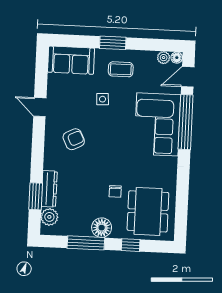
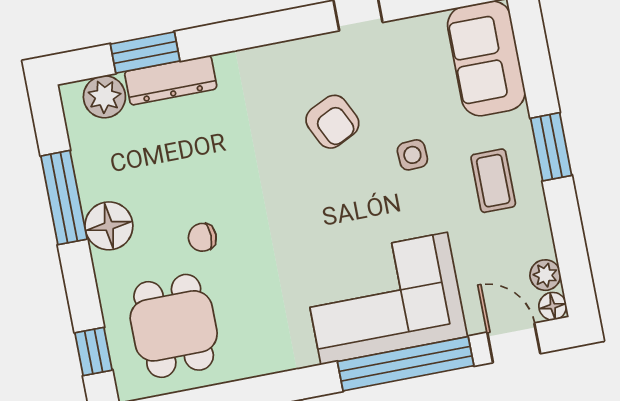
armchair: (74, 139) -> (332, 122), moved
dining table: (148, 211) -> (174, 326), width x0.73
window: (131, 245) -> (94, 351), moved

